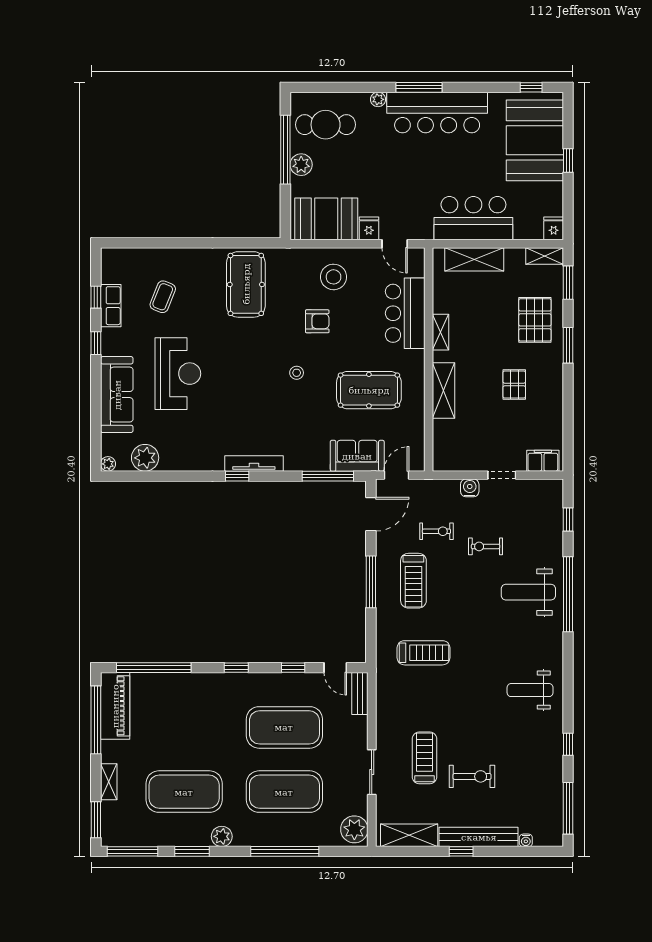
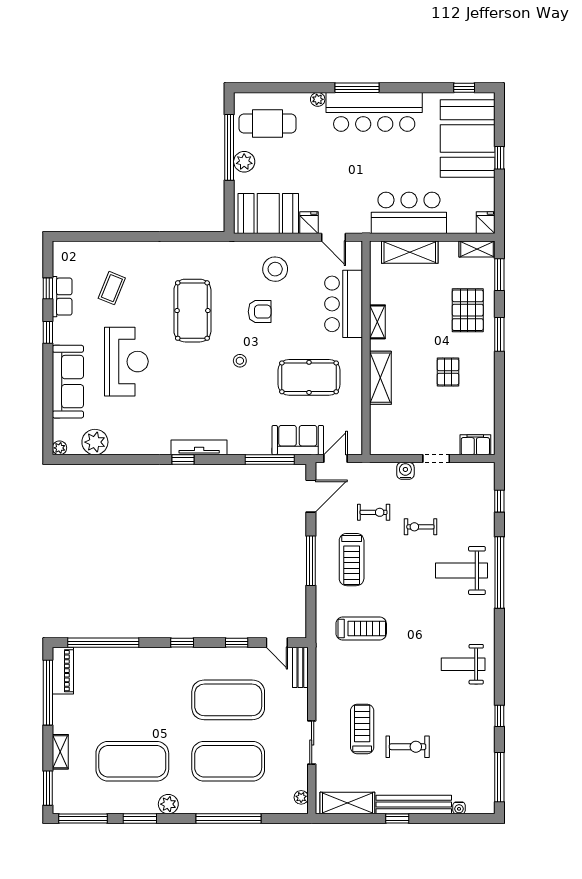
pool table: (246, 284) -> (192, 311), moved
piano: (115, 706) -> (63, 671), width x0.73, depth x0.75
plant: (354, 829) -> (301, 797), width x0.53, depth x0.53

